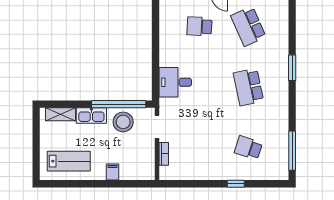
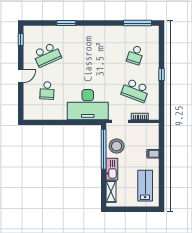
window: (292, 68) -> (66, 23), moved
desk: (175, 82) -> (88, 105), width x1.87, depth x1.30
school desk: (248, 87) -> (135, 90), moved, turned 33
window: (236, 184) -> (162, 75), moved

